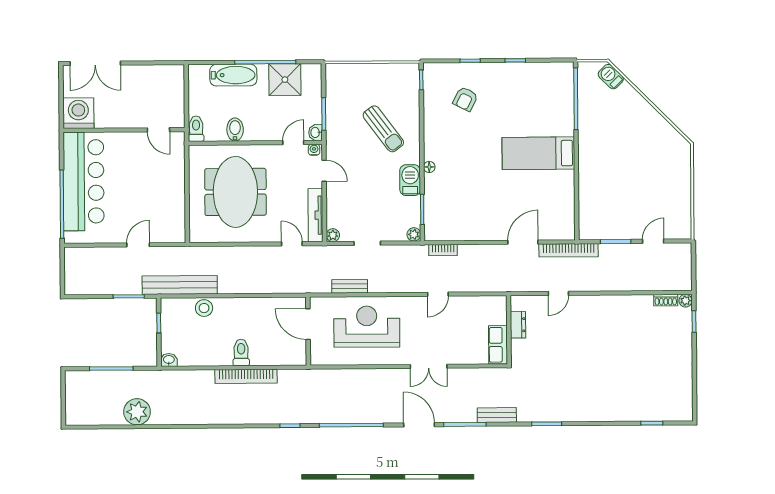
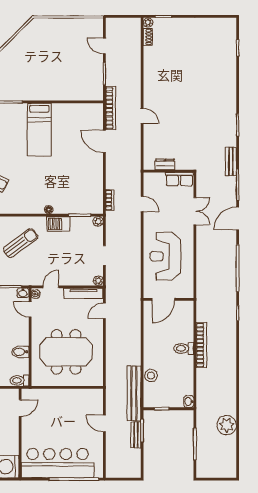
bench: (350, 286) -> (136, 435), moved
dresser: (518, 325) -> (165, 164), moved
wall: (509, 330) -> (168, 171), moved
row of seats: (498, 345) -> (179, 179), moved

